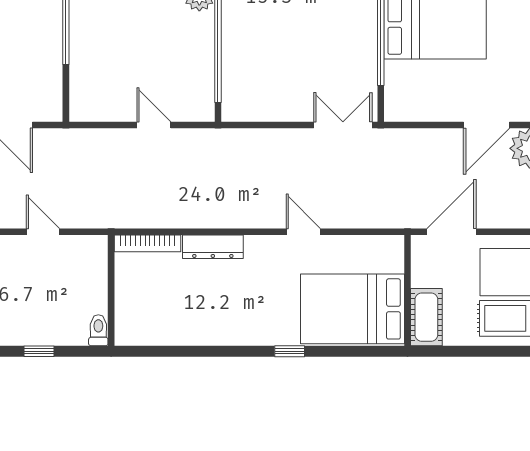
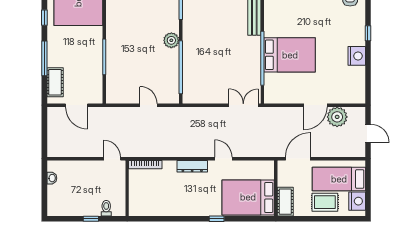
door: (43, 232) -> (112, 159), moved
dresser: (213, 247) -> (192, 166), moved
toilet: (98, 330) -> (106, 208), moved

